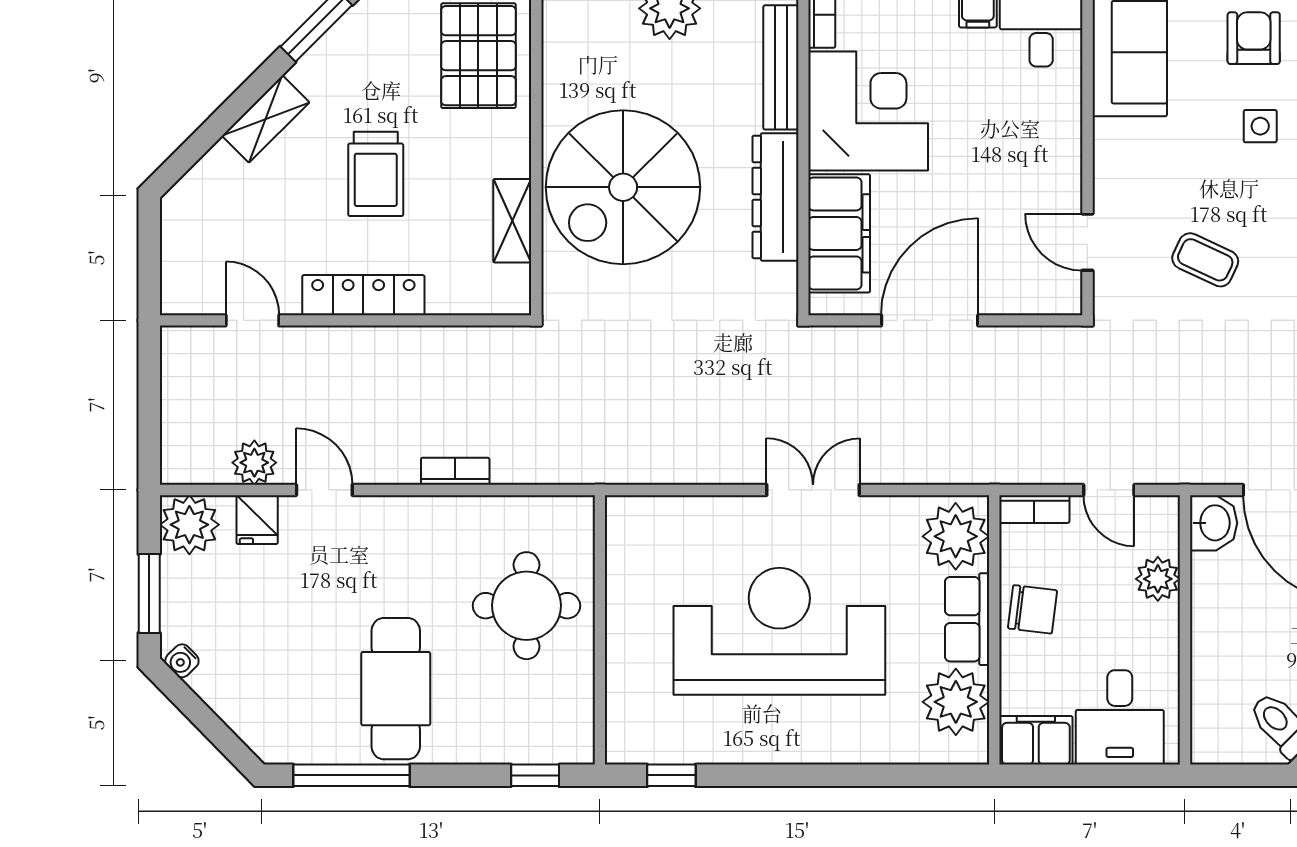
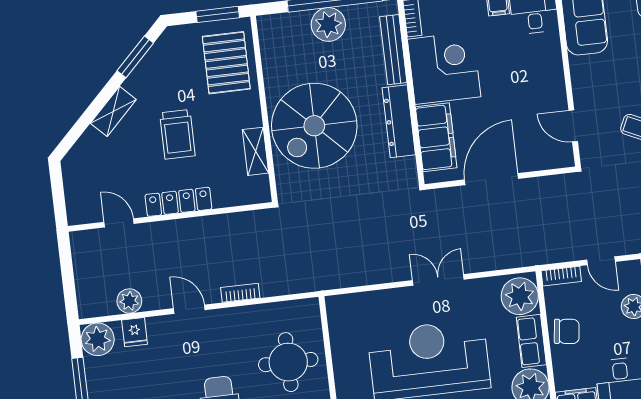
door: (324, 490) -> (189, 309), moved

